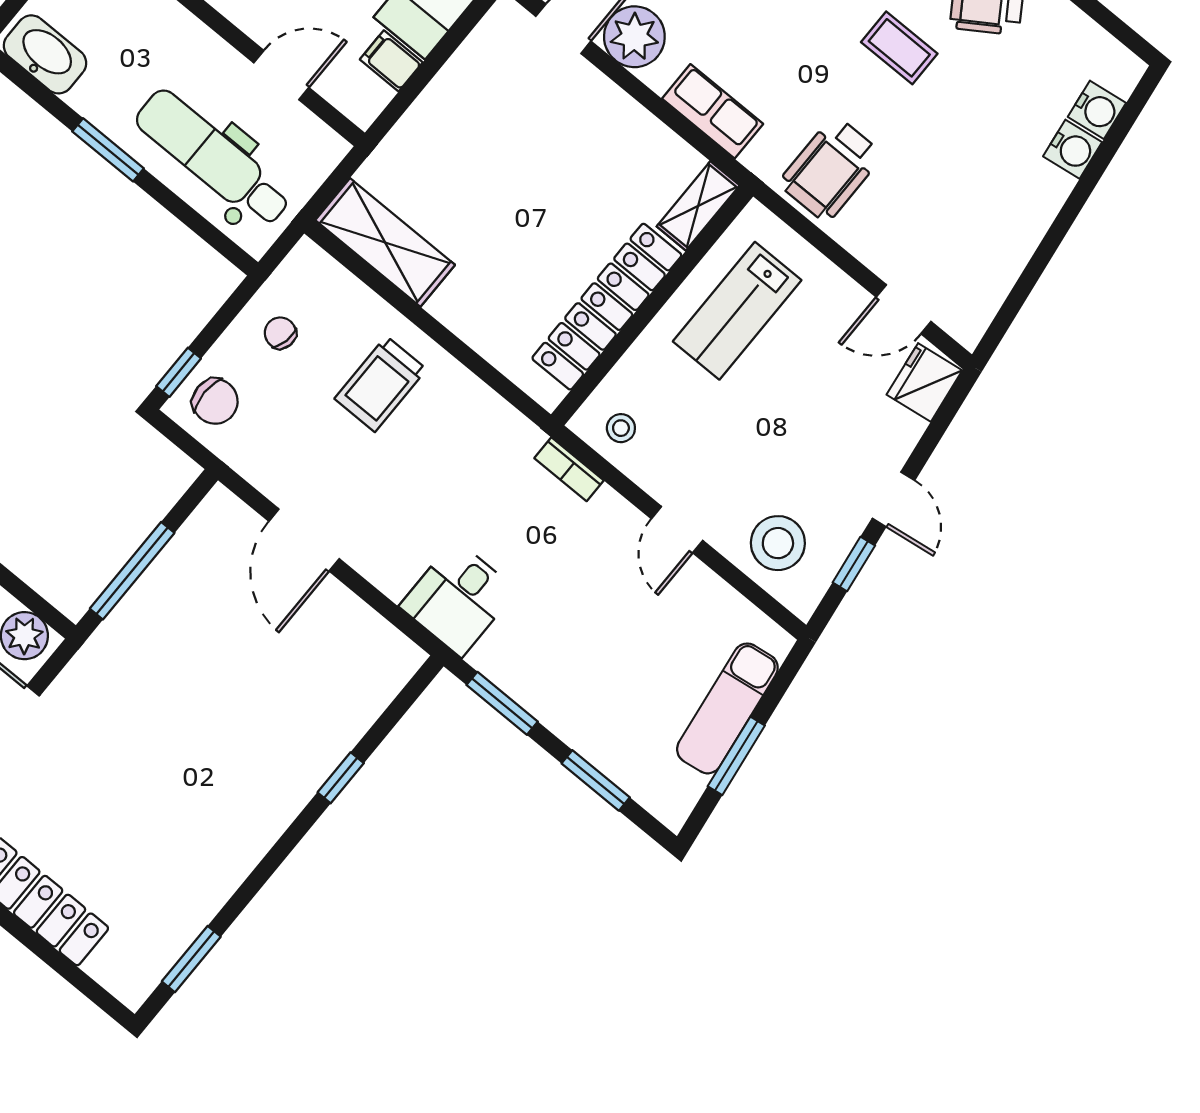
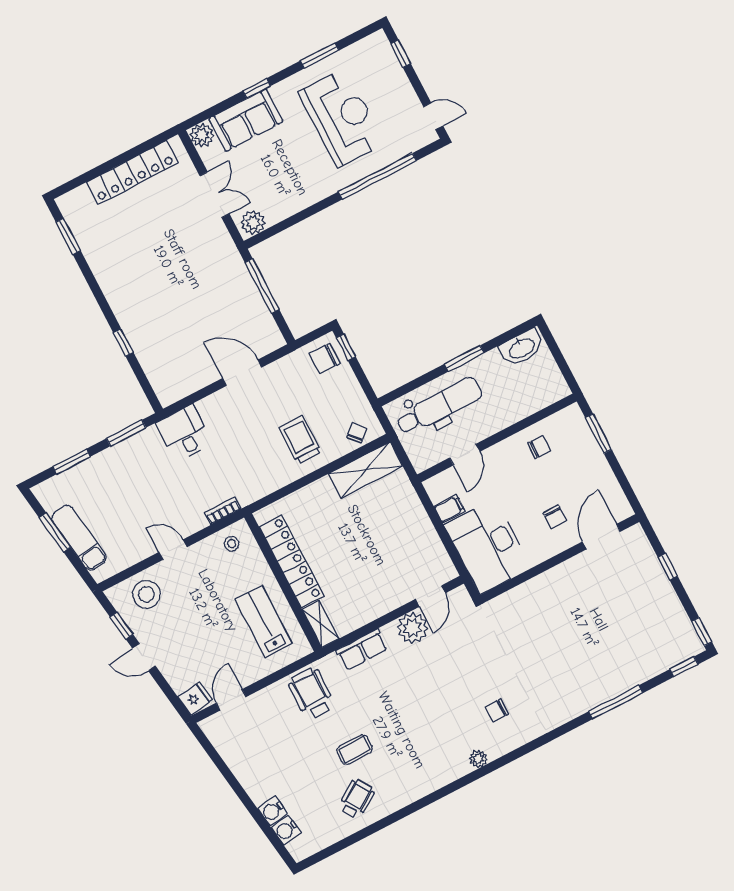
chair: (280, 333) -> (357, 433), moved, turned -54
fridge: (924, 382) -> (195, 698), width x0.72

